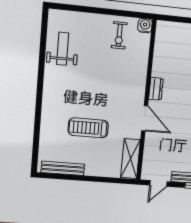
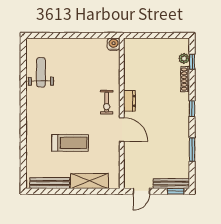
exercise bike: (119, 35) -> (107, 102), moved
treadmill: (88, 128) -> (70, 143), turned 180
shelving: (131, 159) -> (89, 181), moved, turned 90

